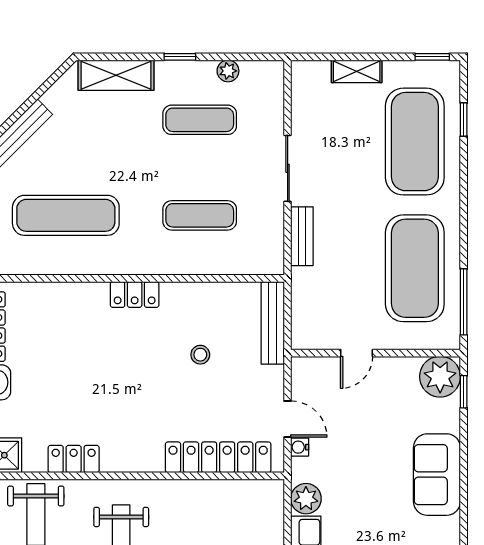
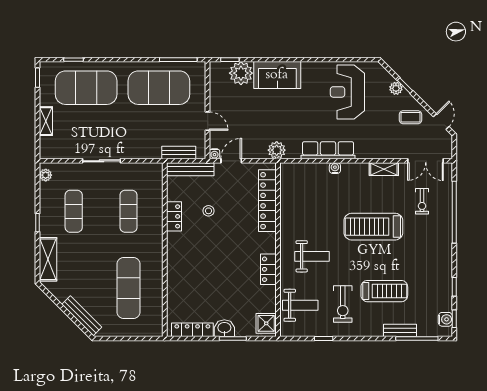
plant: (228, 71) -> (46, 175), moved
bench: (302, 236) -> (179, 152), moved
locker: (135, 294) -> (174, 216), moved
plant: (440, 377) -> (241, 73), moved
door: (288, 419) -> (231, 161), moved
water cooler: (300, 447) -> (215, 154), moved
locker: (74, 459) -> (268, 269), moved
plant: (306, 499) -> (277, 150), moved

